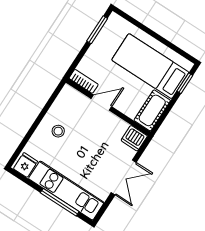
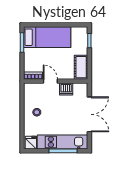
bed: (150, 66) -> (47, 37), moved, turned 180
door: (101, 103) -> (50, 81), hinge flipped
dishwasher: (134, 138) -> (66, 89), moved
double door: (124, 177) -> (89, 114), width x1.37

